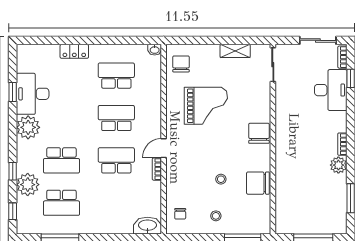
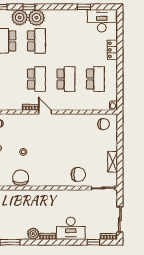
desk: (331, 90) -> (71, 228), moved
desk: (33, 94) -> (102, 21), moved
grand piano: (206, 106) -> (74, 141), removed
plant: (28, 127) -> (36, 18), moved
chair: (259, 133) -> (78, 174), moved
school desk: (61, 160) -> (36, 41), turned 180

